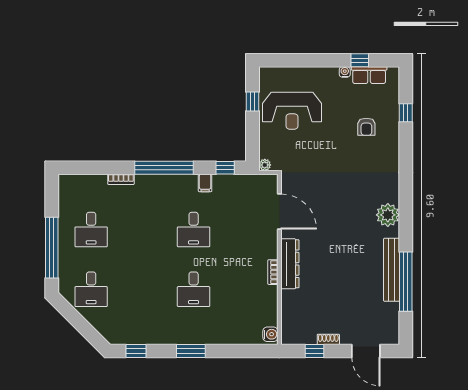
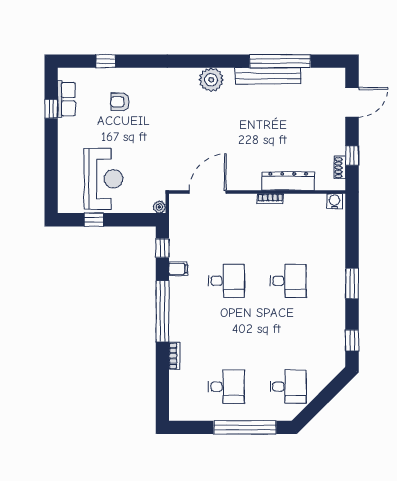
water cooler: (345, 72) -> (63, 124), removed
armchair: (366, 127) -> (120, 102), turned 180
dresser: (290, 264) -> (288, 181), moved
shoe rack: (328, 339) -> (340, 168), moved

